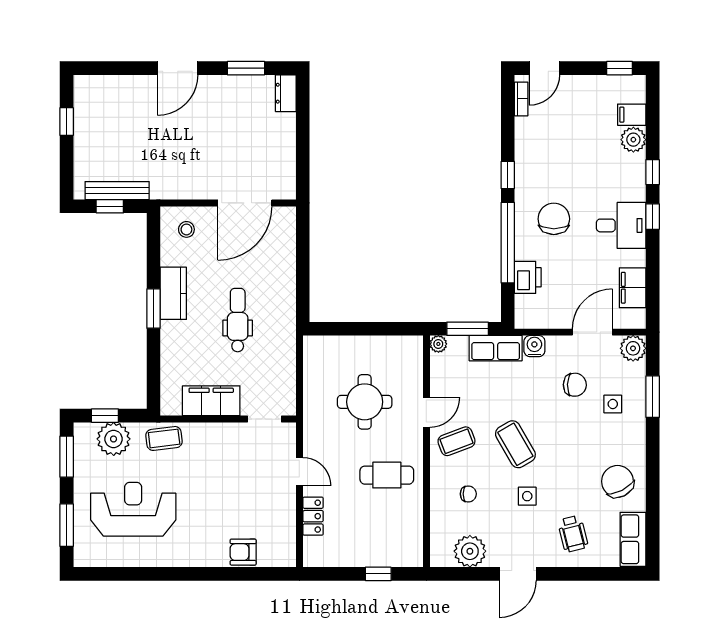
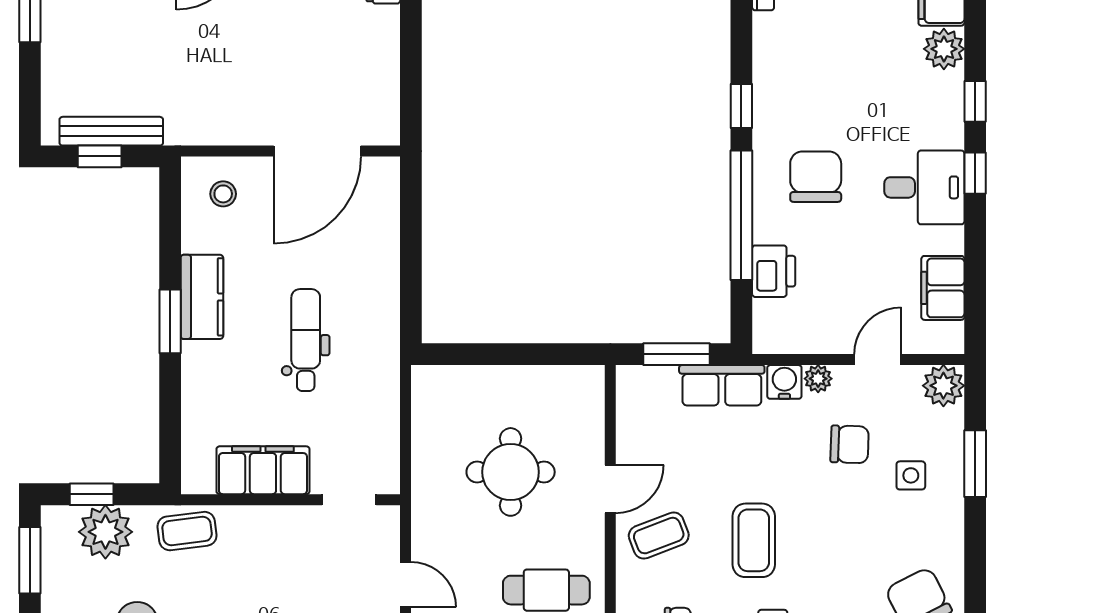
door: (592, 332) -> (878, 360), width x0.73
plant: (438, 344) -> (818, 379), moved
coffee table: (515, 444) -> (754, 540), turned 30

